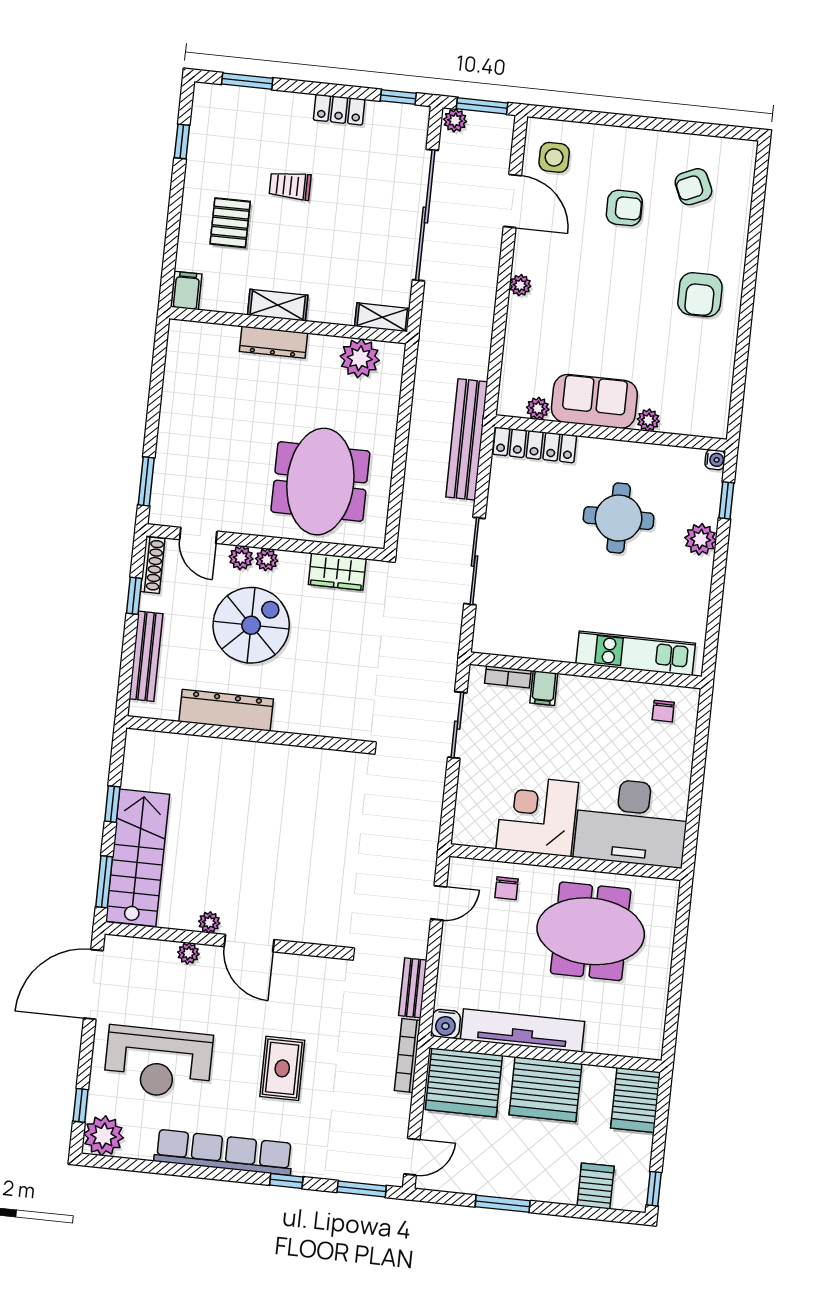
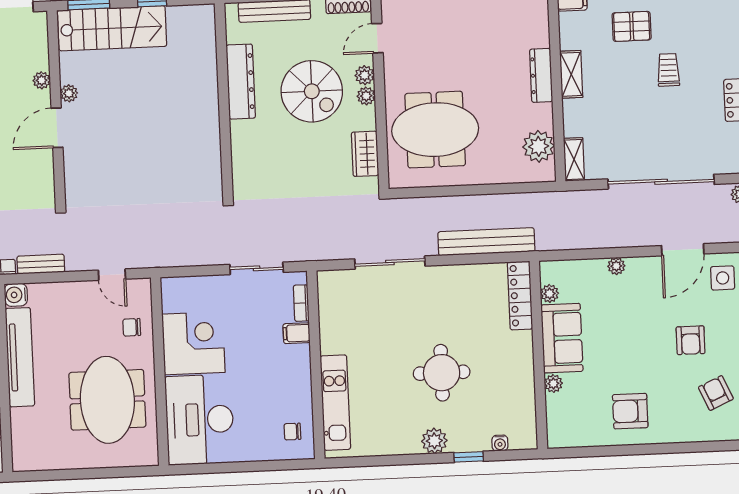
sofa: (594, 401) -> (562, 338), moved
plant: (538, 408) -> (550, 294), moved
plant: (648, 420) -> (553, 383), moved
wall: (611, 433) -> (538, 355), moved
locker: (535, 445) -> (520, 295), moved

